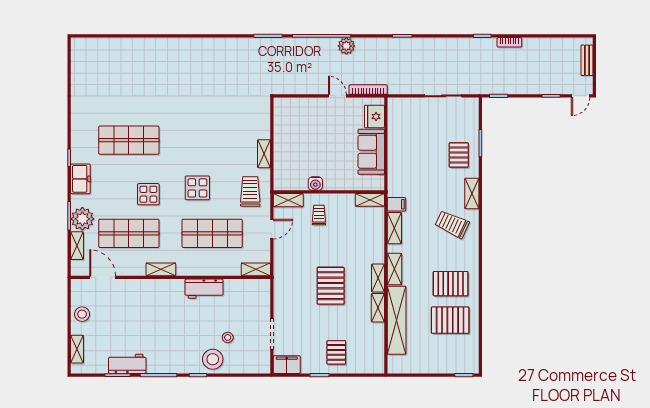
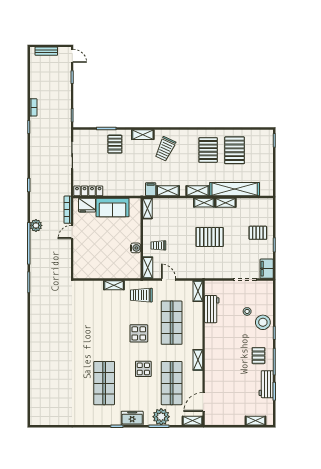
locker: (394, 118) -> (88, 191), added
pallet: (459, 155) -> (115, 144), turned 90
shelving: (77, 246) -> (192, 421), moved
workbench: (204, 289) -> (212, 309), moved
stool: (82, 314) -> (230, 417), removed
pallet: (167, 353) -> (258, 356), added

